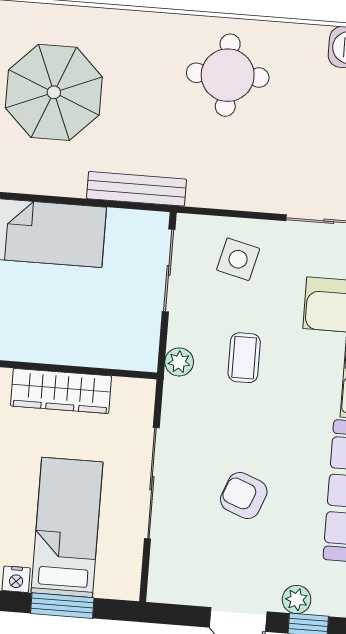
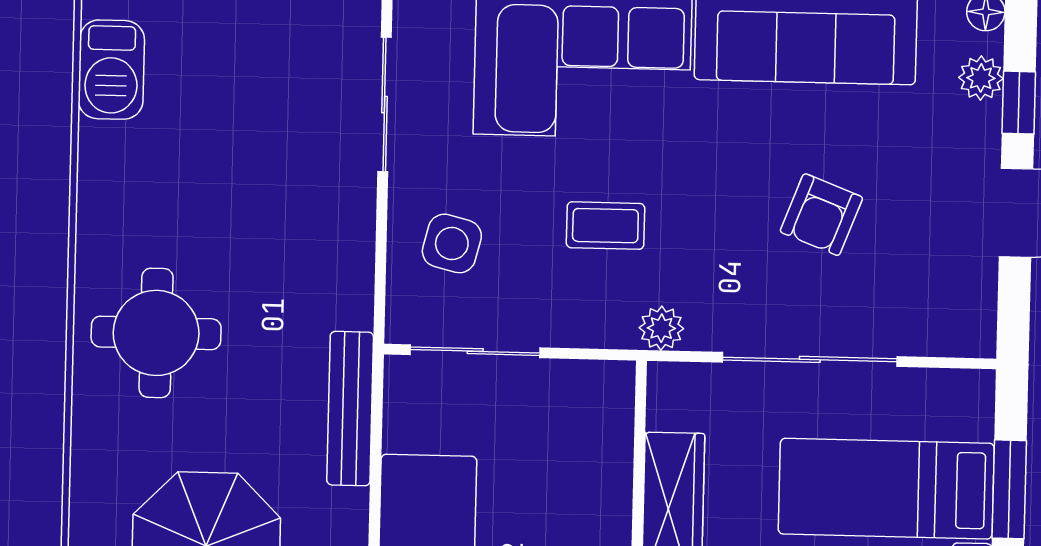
round table: (228, 75) -> (156, 333), moved
plant: (179, 362) -> (661, 328), moved
plant: (297, 600) -> (981, 78), moved

